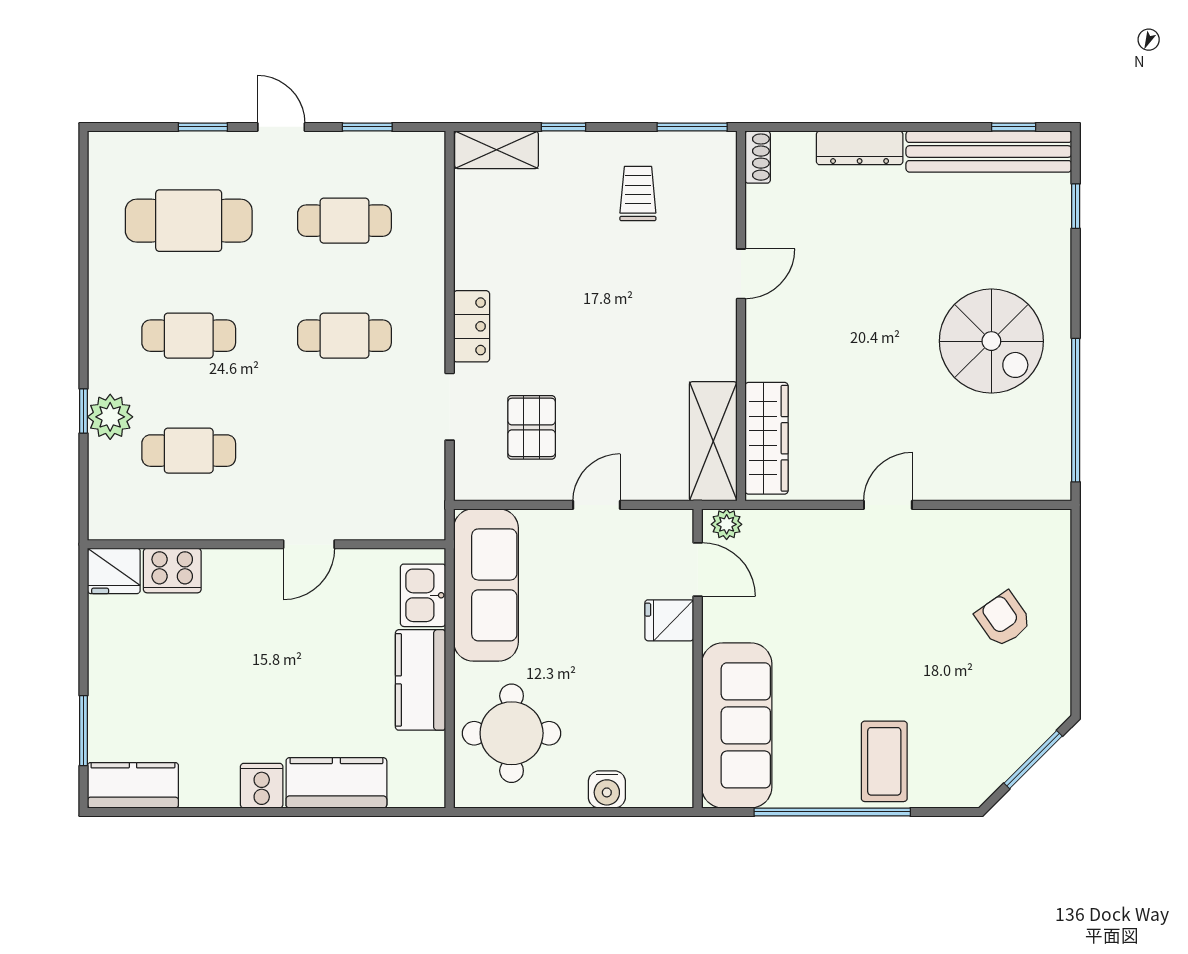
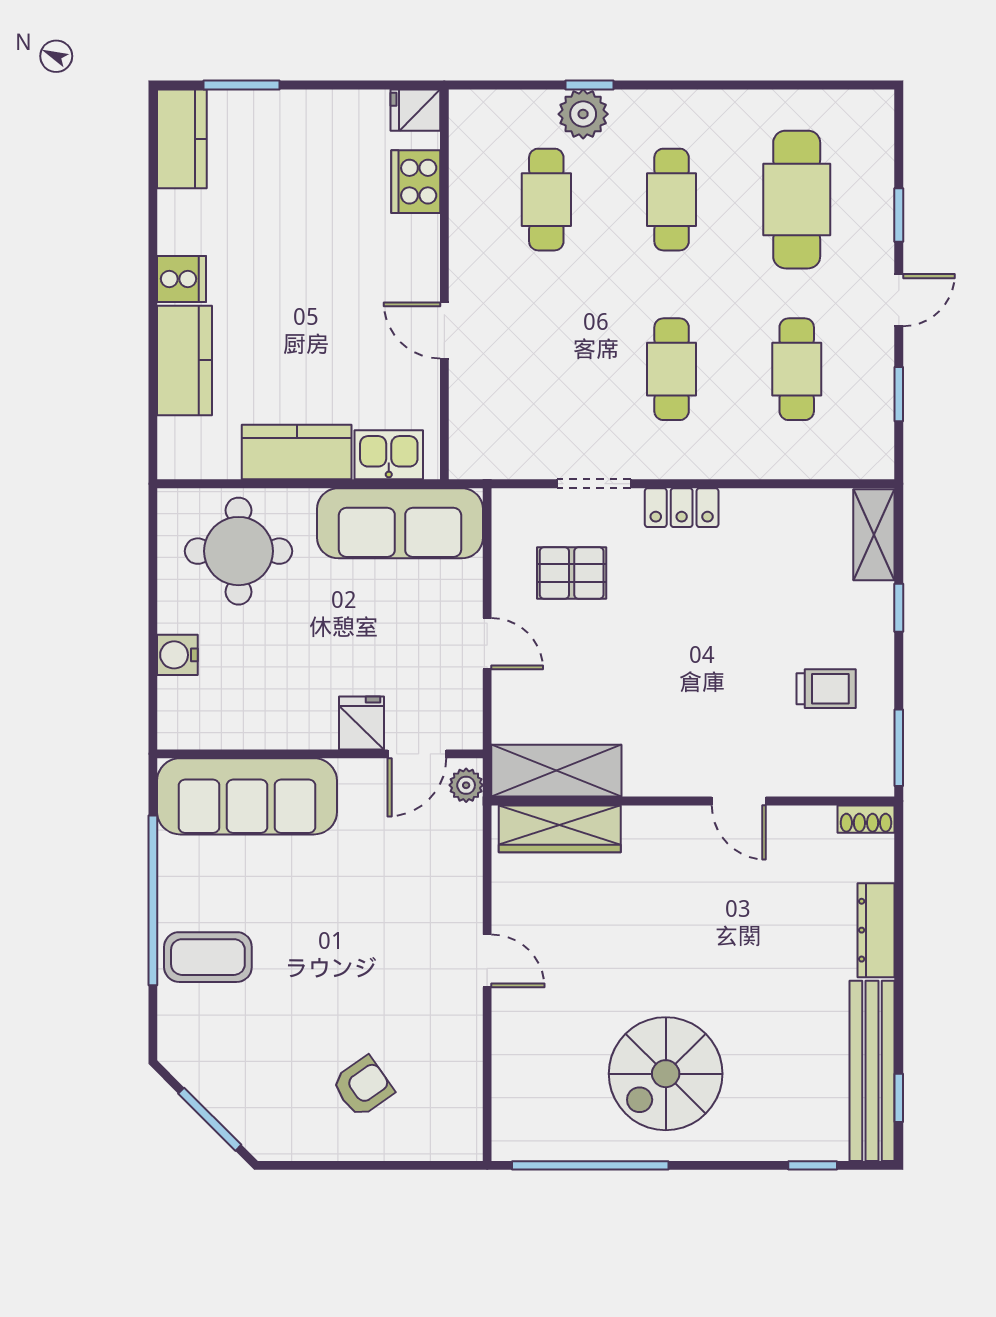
fridge: (114, 571) -> (415, 110), width x0.72

